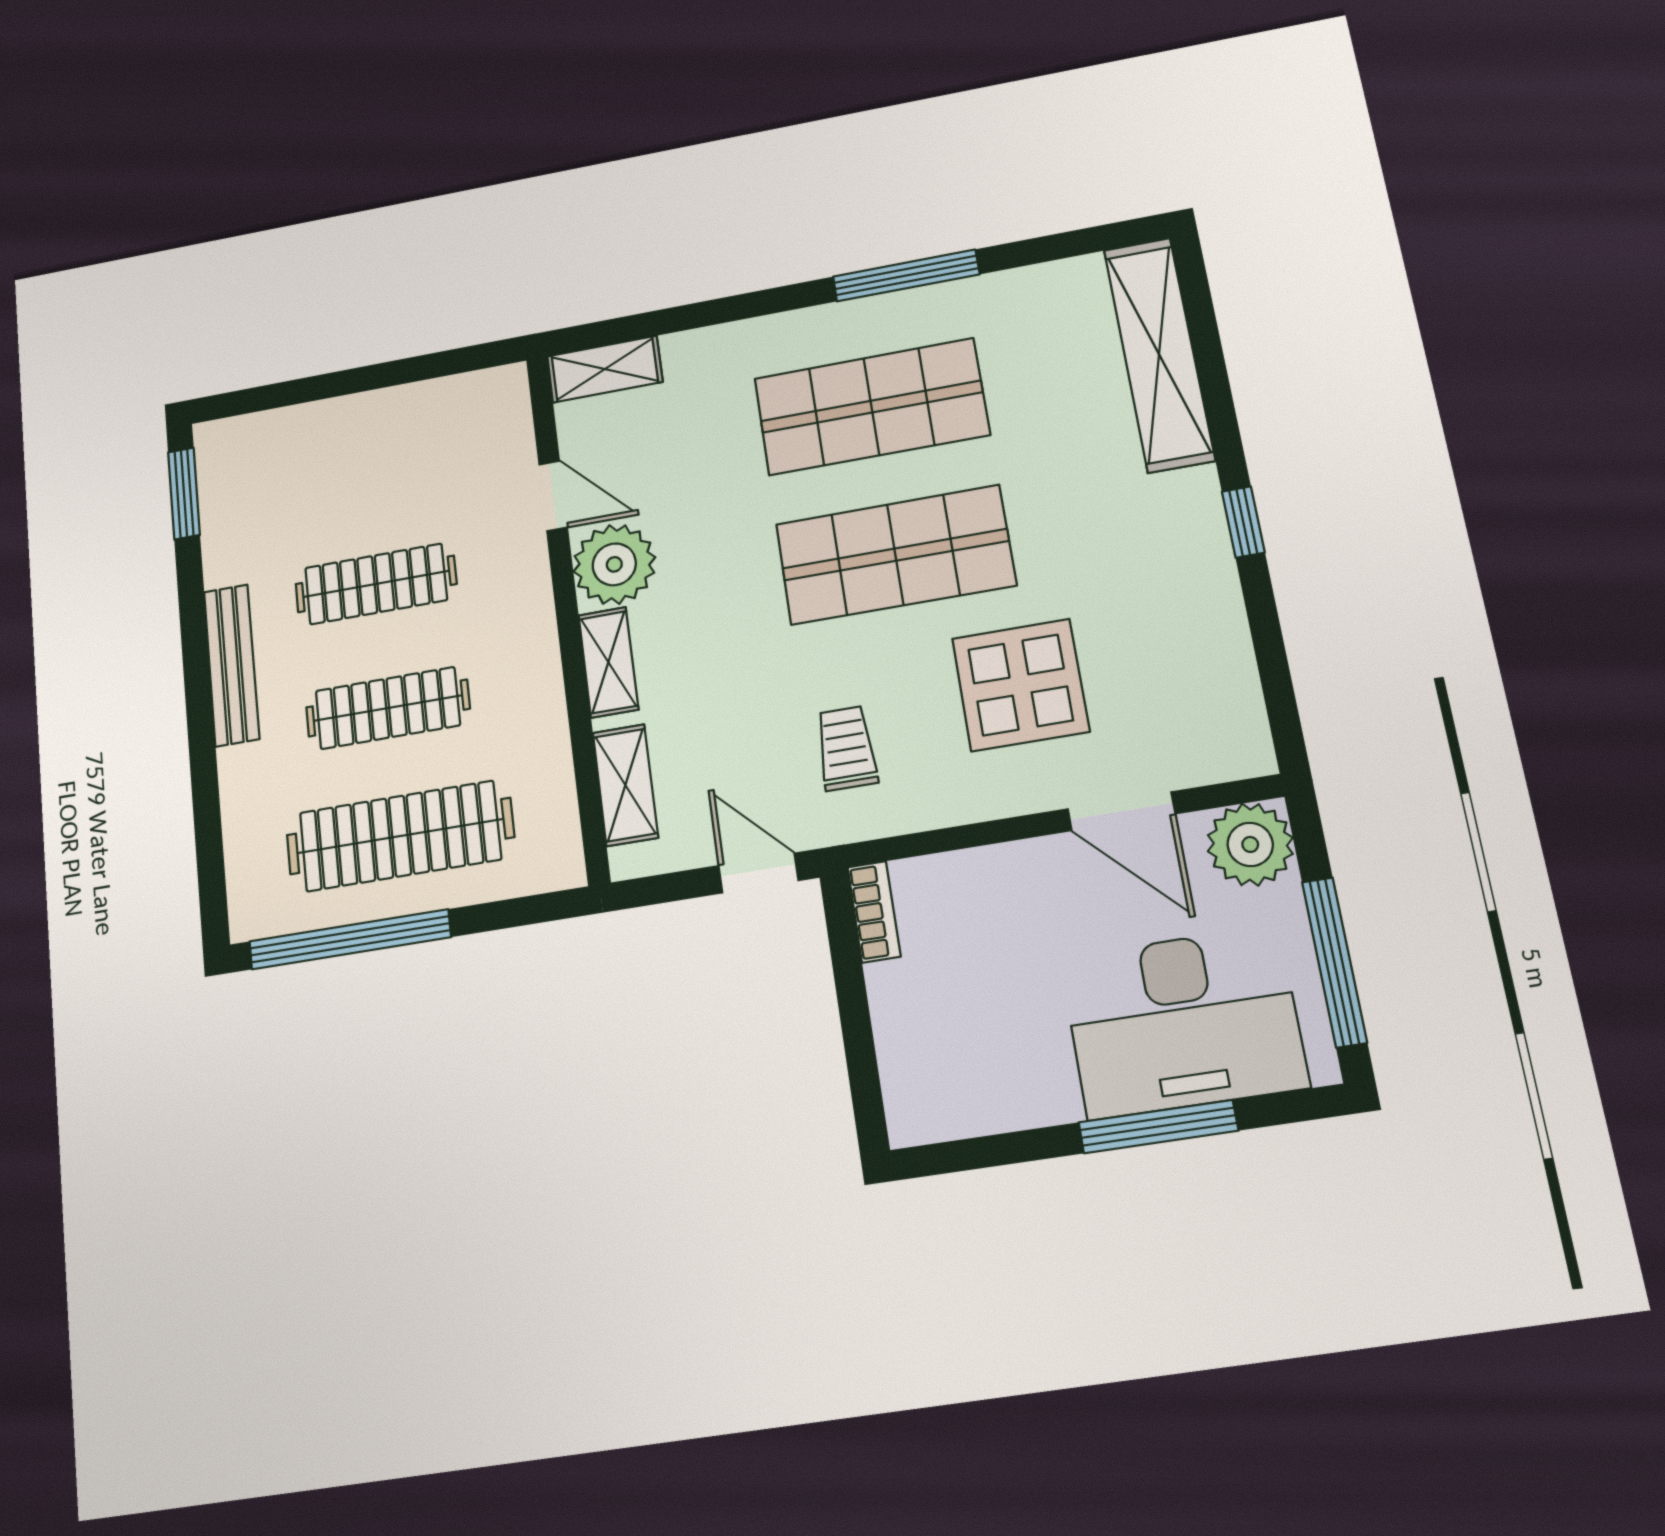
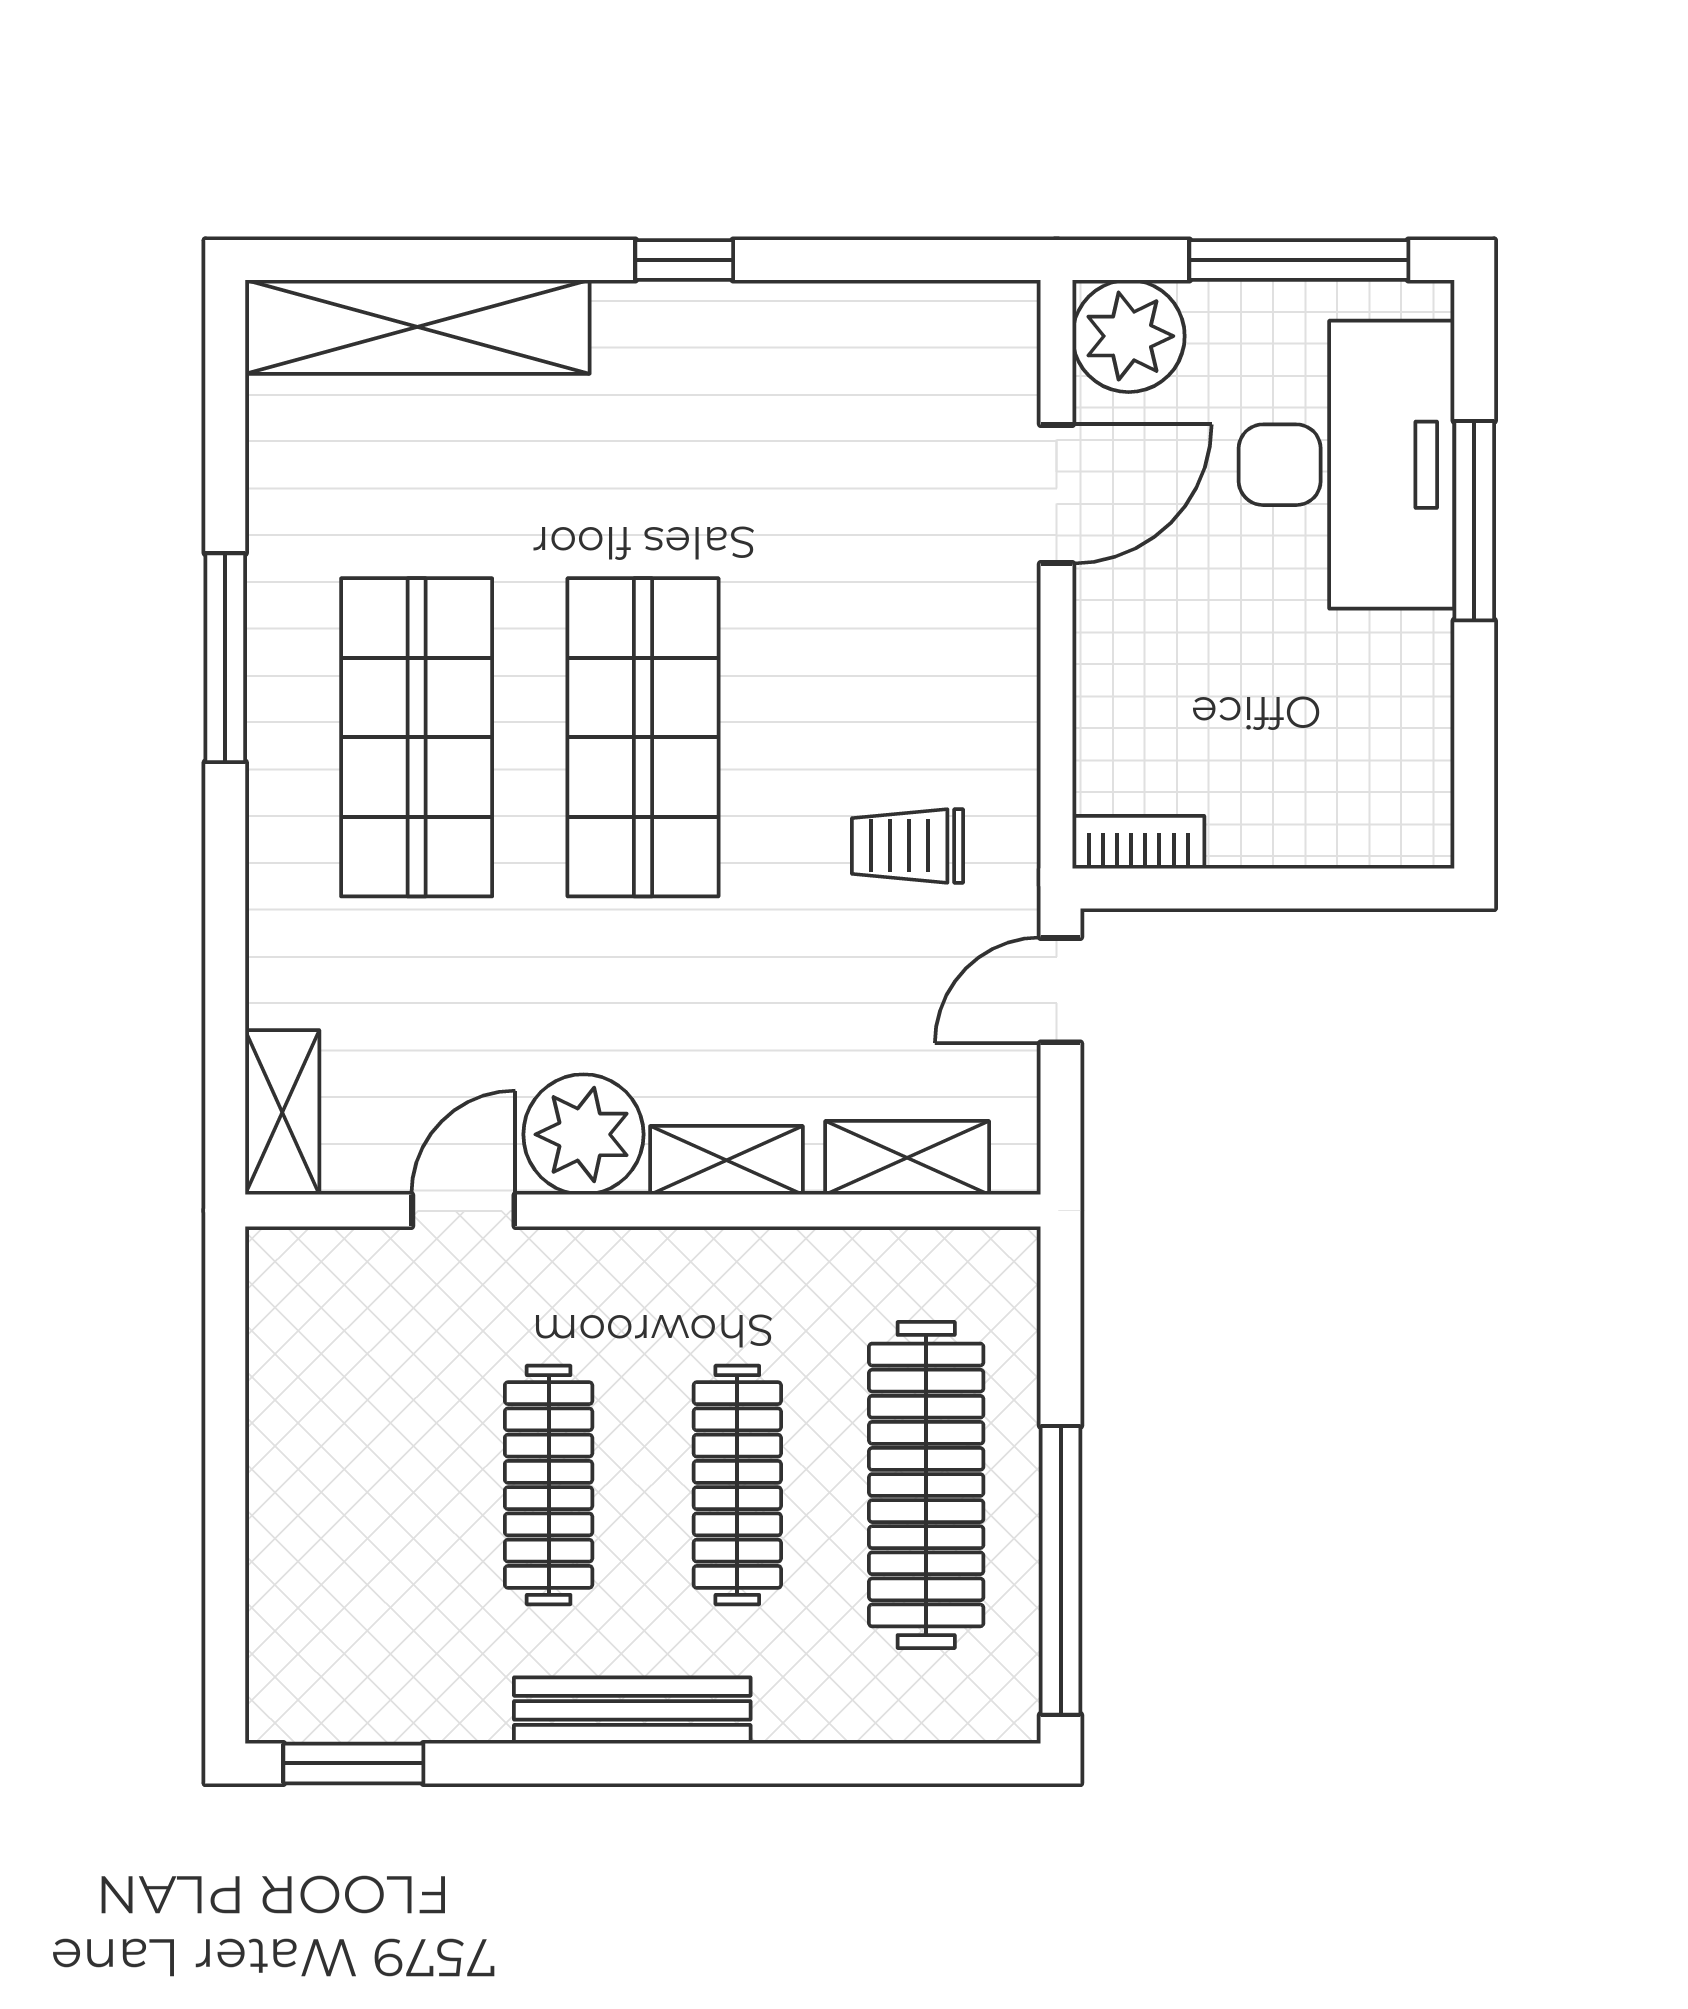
display table: (1021, 685) -> (860, 597), removed

